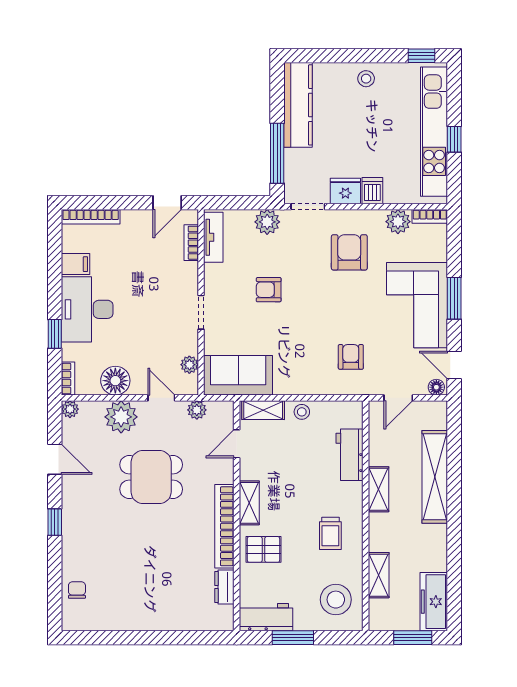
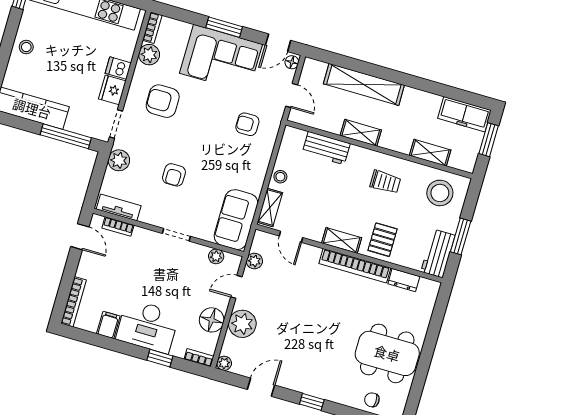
dining table: (151, 477) -> (387, 353), moved, width x1.38

